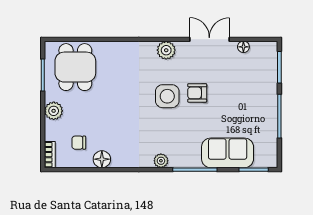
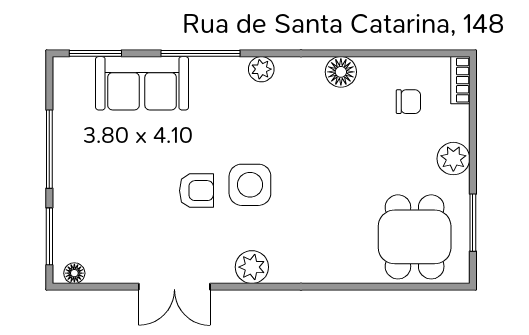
floor lamp: (243, 47) -> (74, 273), moved
floor lamp: (102, 159) -> (341, 72), moved

